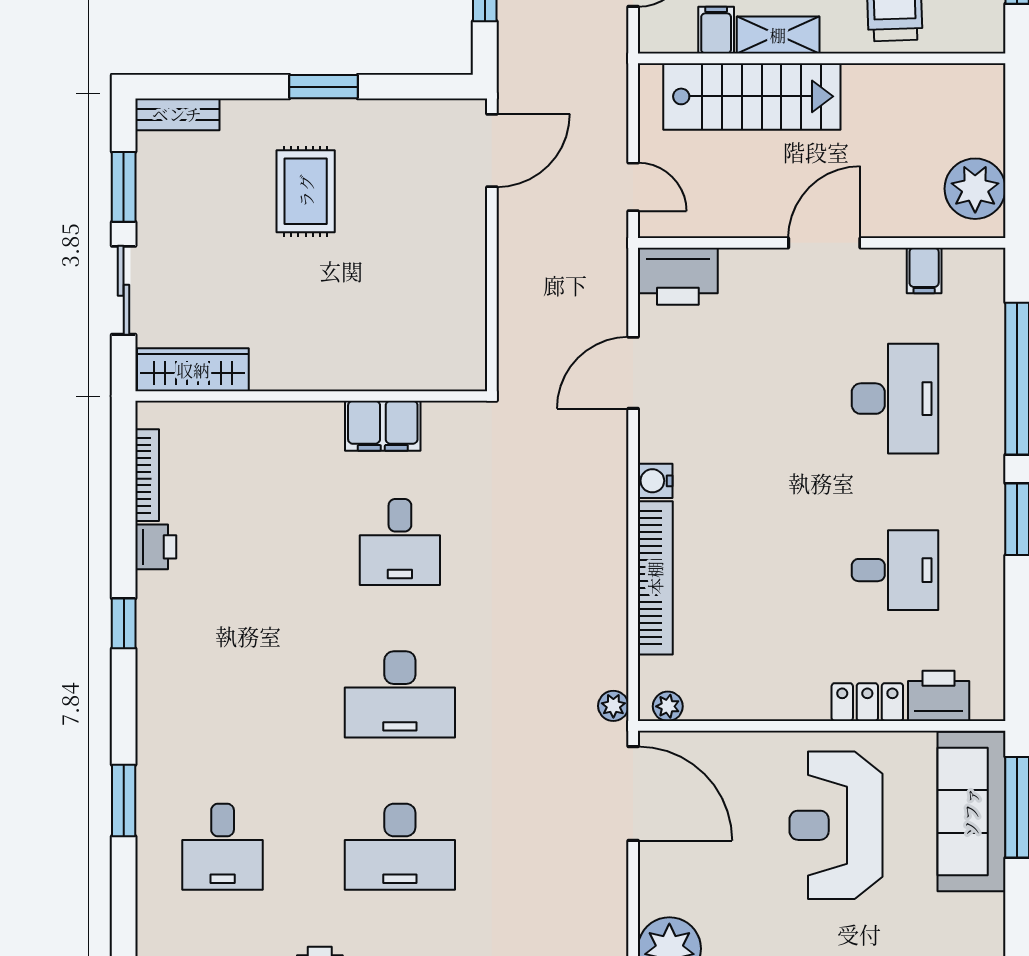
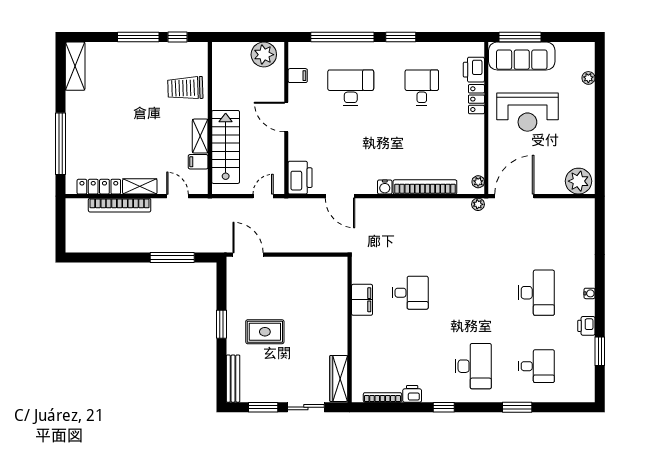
bench: (177, 114) -> (233, 379), width x1.36
desk: (400, 694) -> (473, 366), moved

